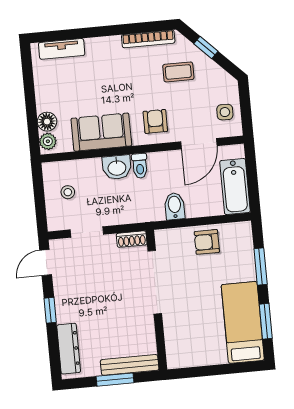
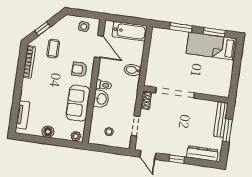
floor lamp: (47, 122) -> (48, 132), moved
armchair: (207, 242) -> (159, 56), removed

